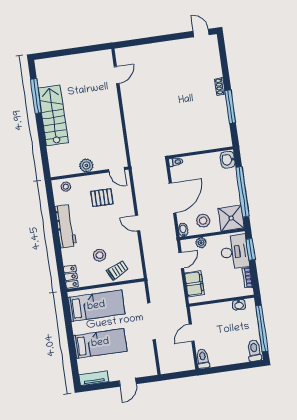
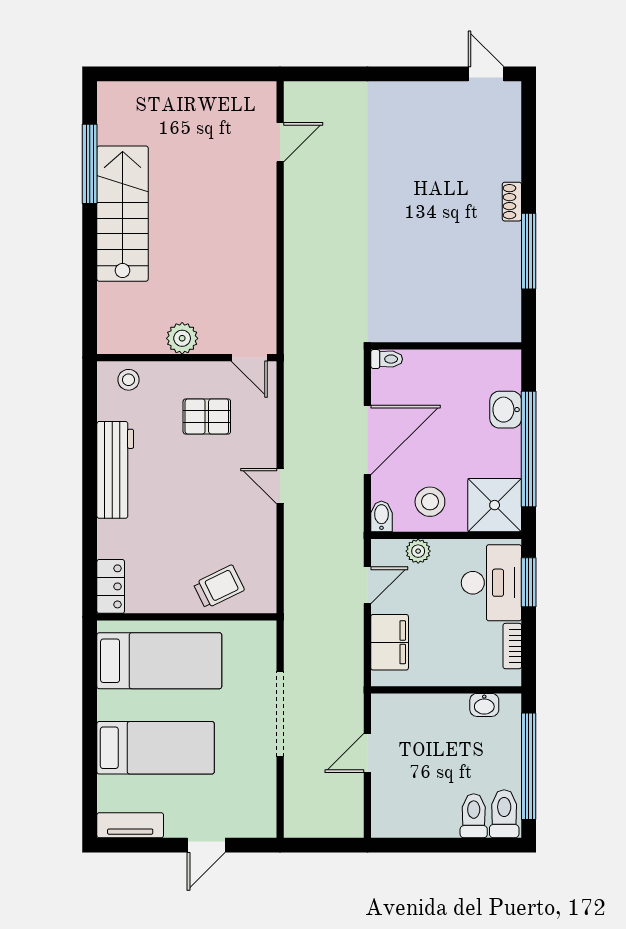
washbasin: (228, 160) -> (506, 410), moved
stool: (100, 255) -> (183, 547), removed
toilet: (203, 359) -> (474, 816), moved

